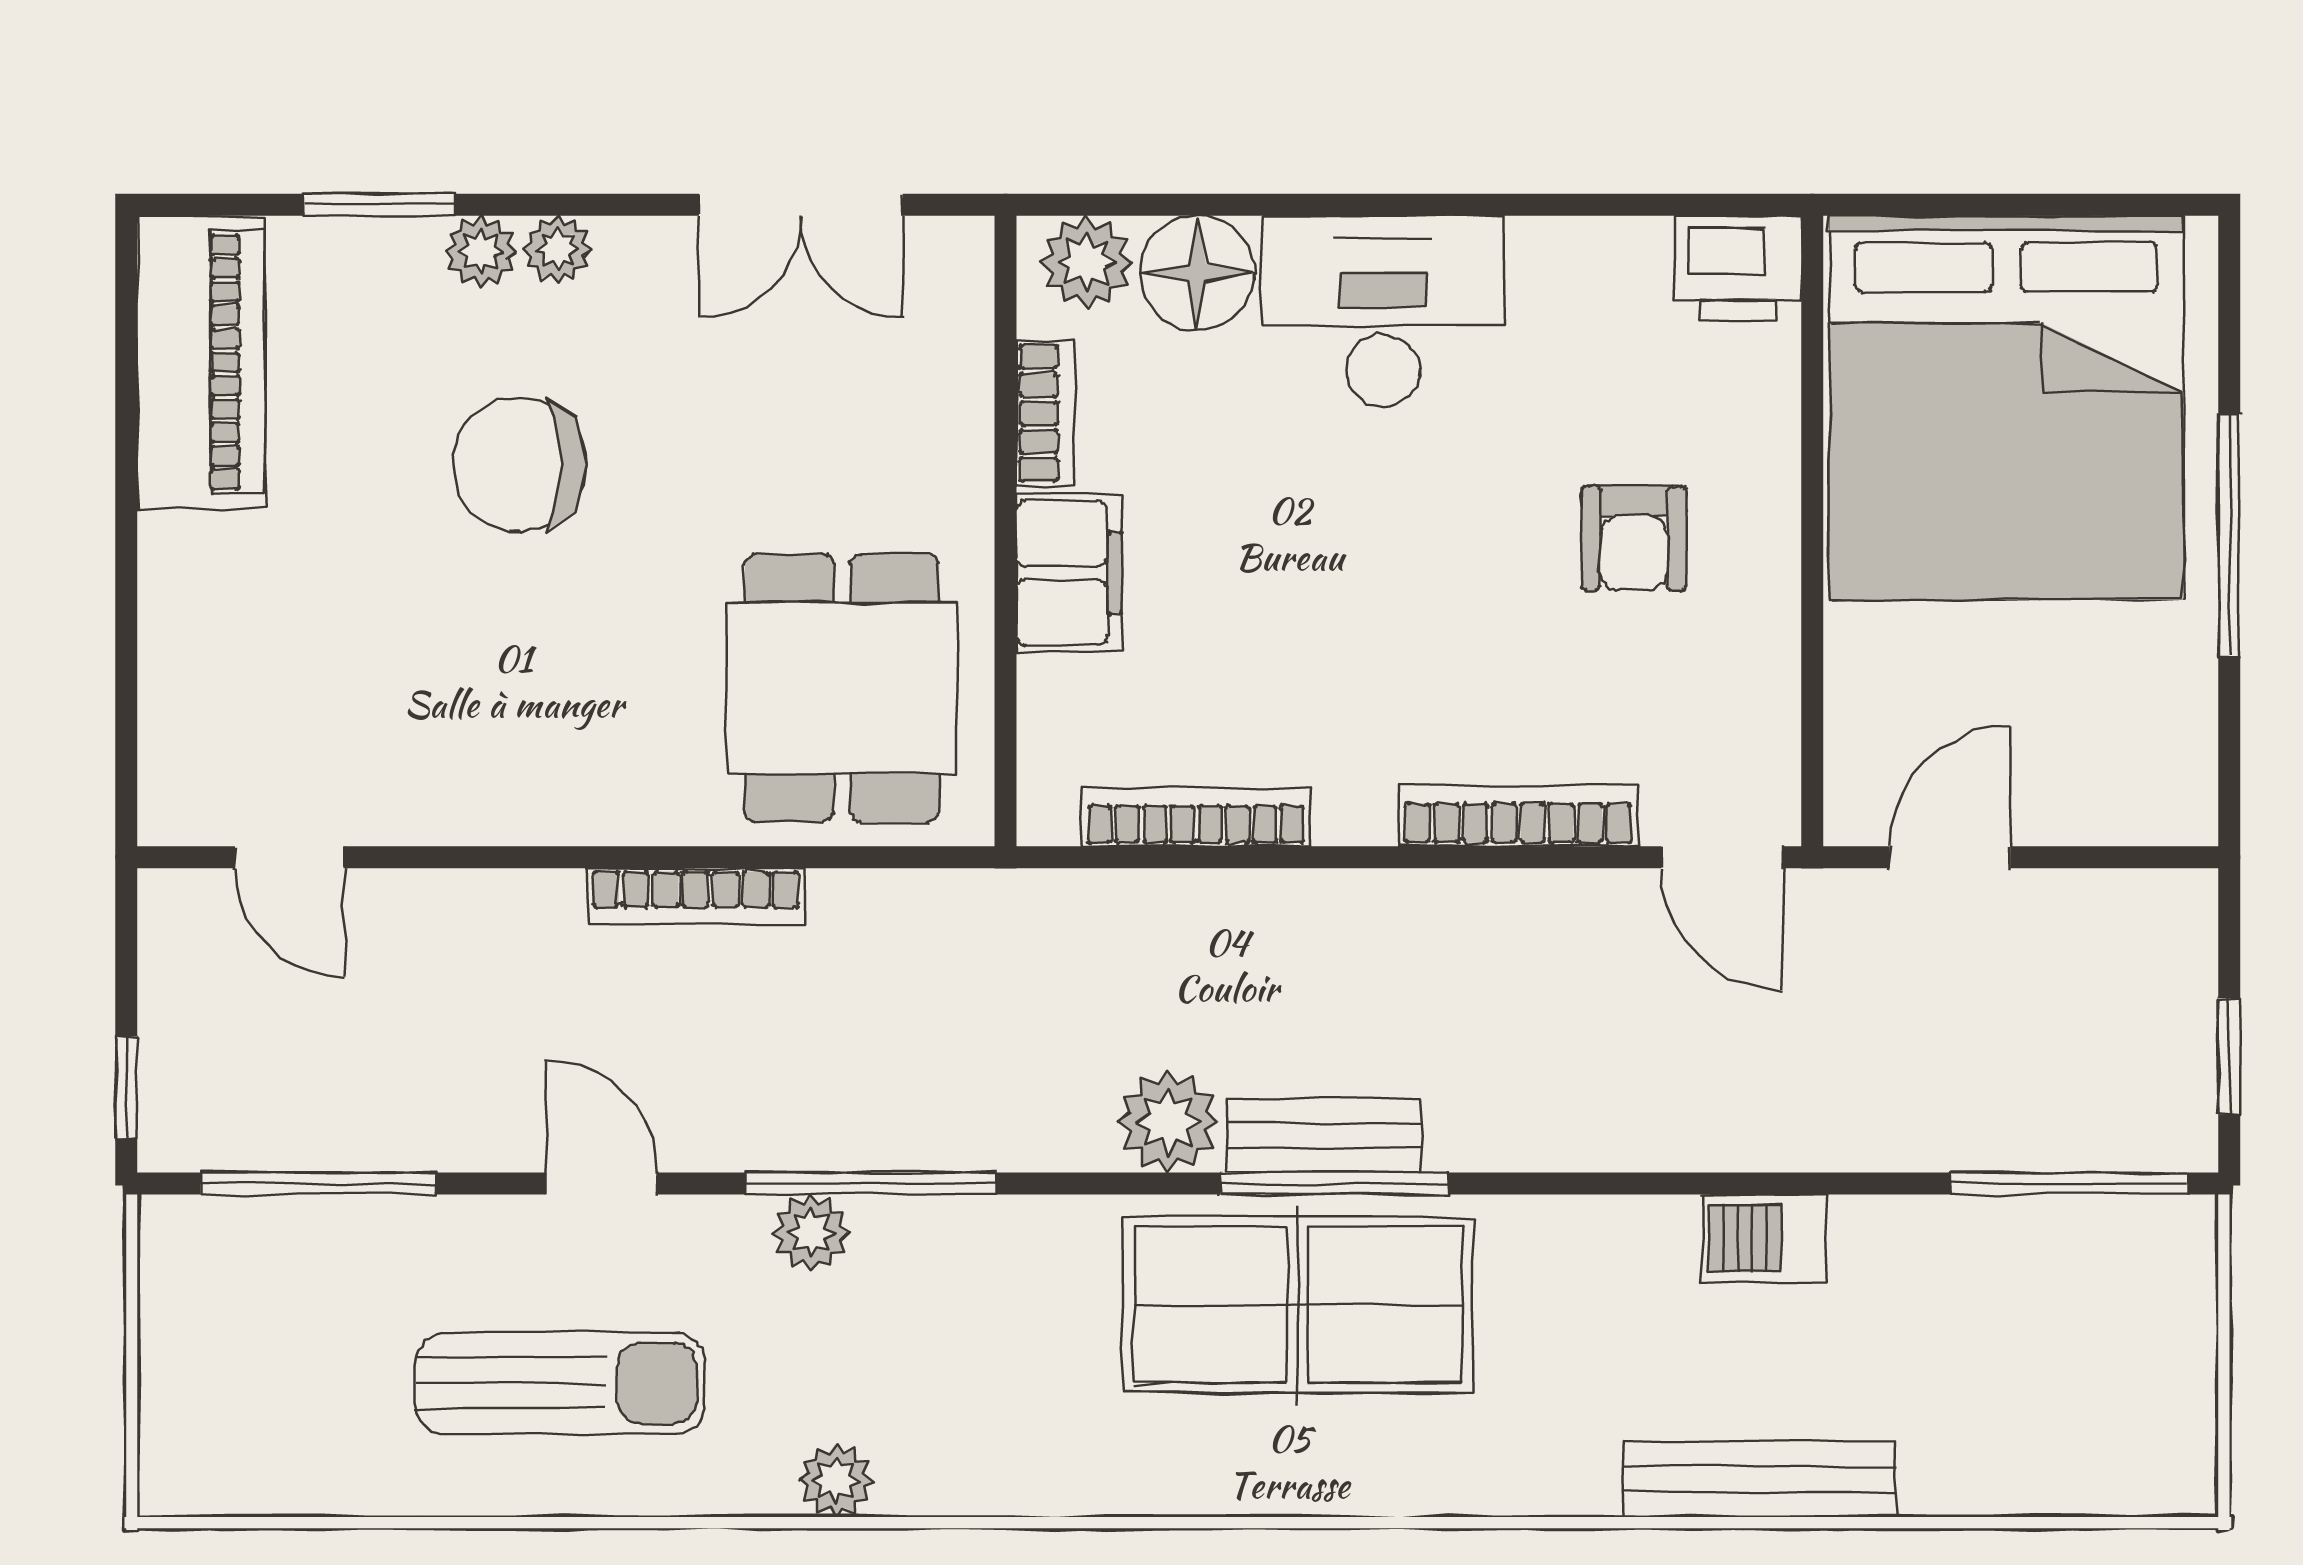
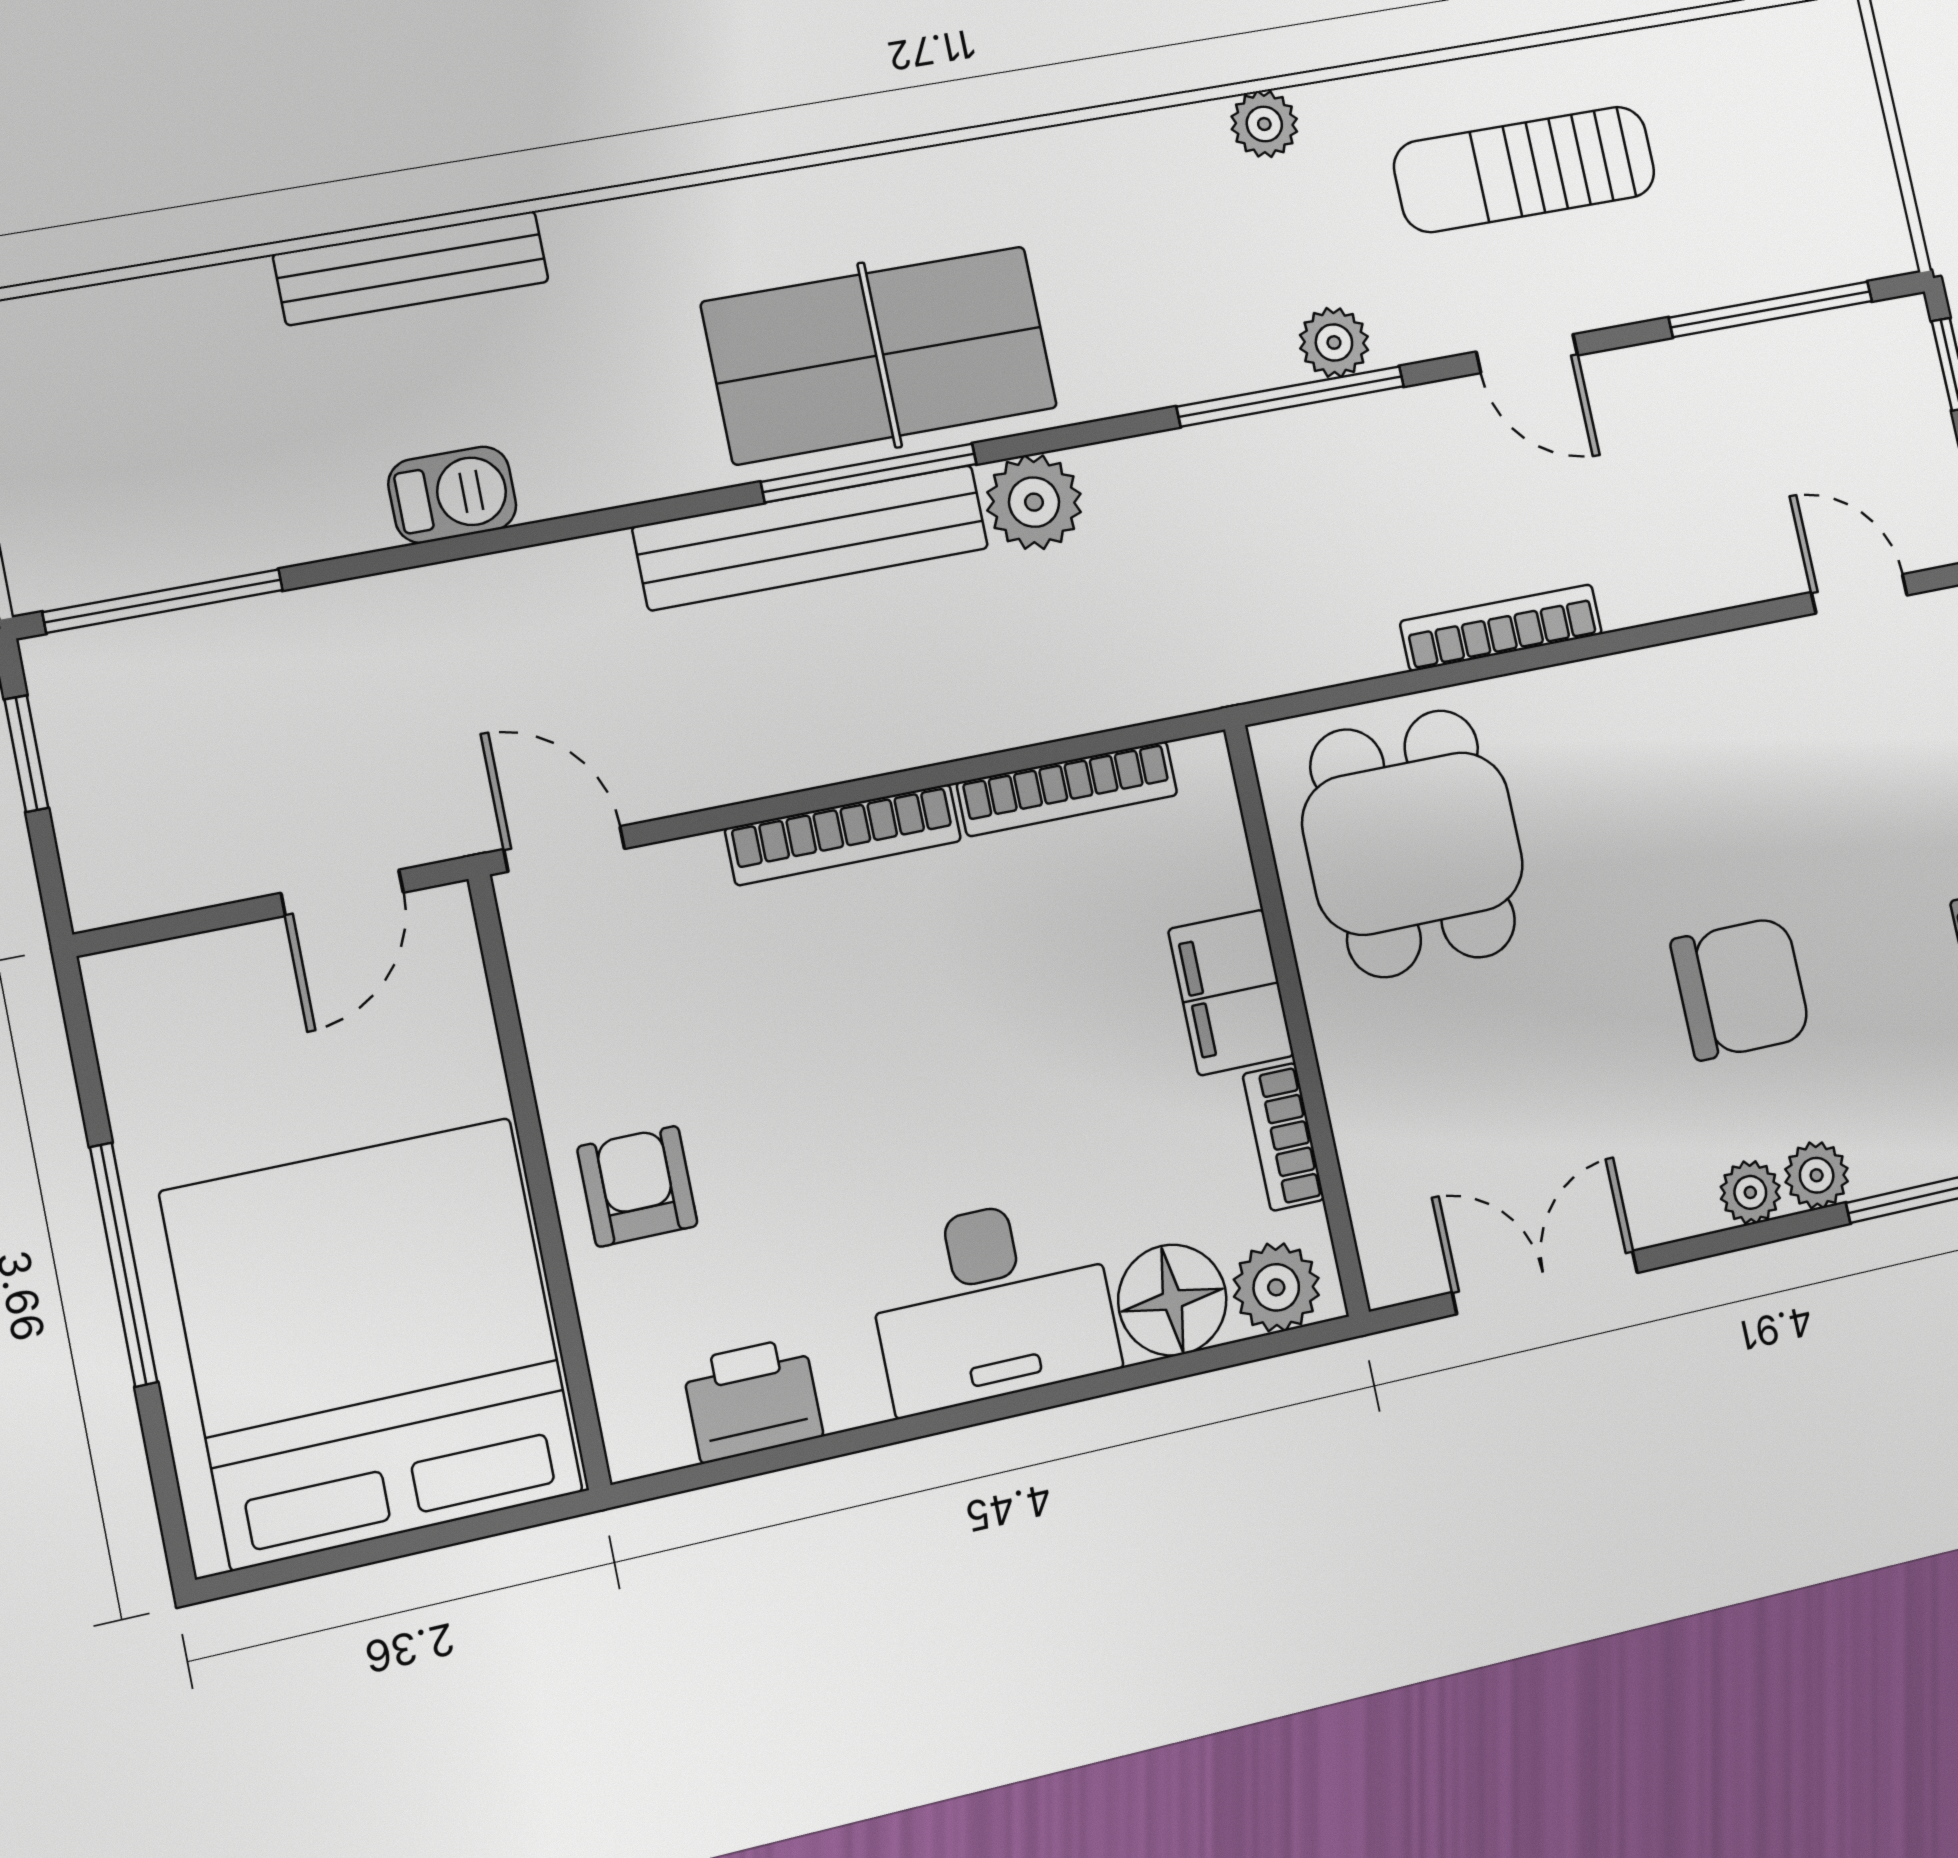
printer: (1738, 268) -> (753, 1399), moved
armchair: (1634, 538) -> (637, 1186), moved
bookcase: (1518, 816) -> (843, 835), moved
bench: (1324, 1136) -> (811, 538), width x1.86, depth x1.21

